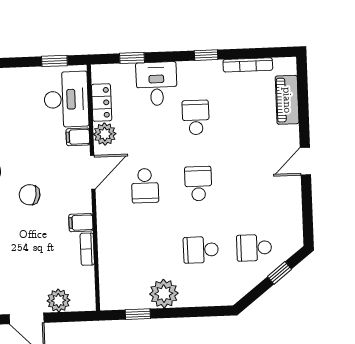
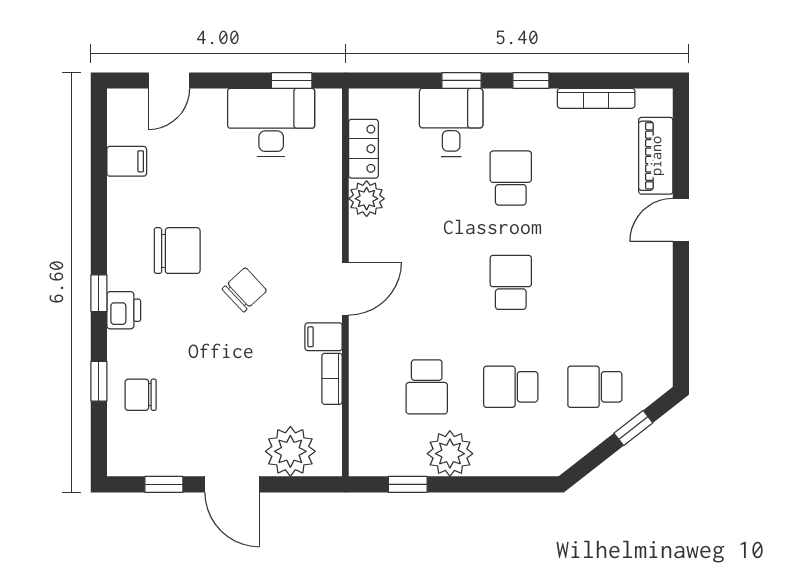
window: (132, 58) -> (462, 80), moved
desk: (66, 99) -> (271, 123), moved, turned -90
filing cabinet: (78, 137) -> (324, 201), removed
door: (305, 161) -> (681, 220), moved
door: (93, 172) -> (345, 289), moved
school desk: (145, 186) -> (427, 387), moved
chair: (30, 195) -> (244, 290), turned 127
plant: (59, 301) -> (290, 451), width x1.36, depth x1.36

